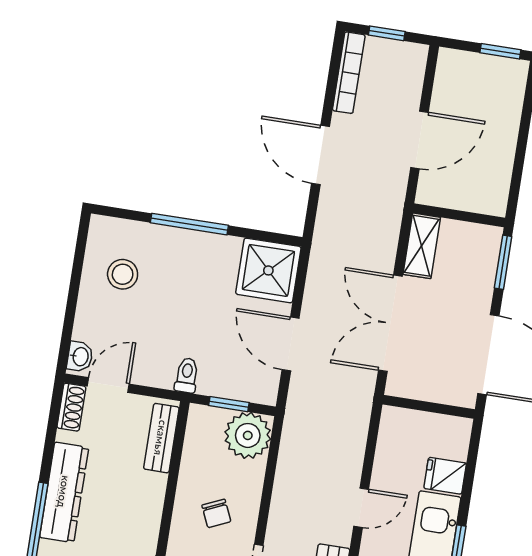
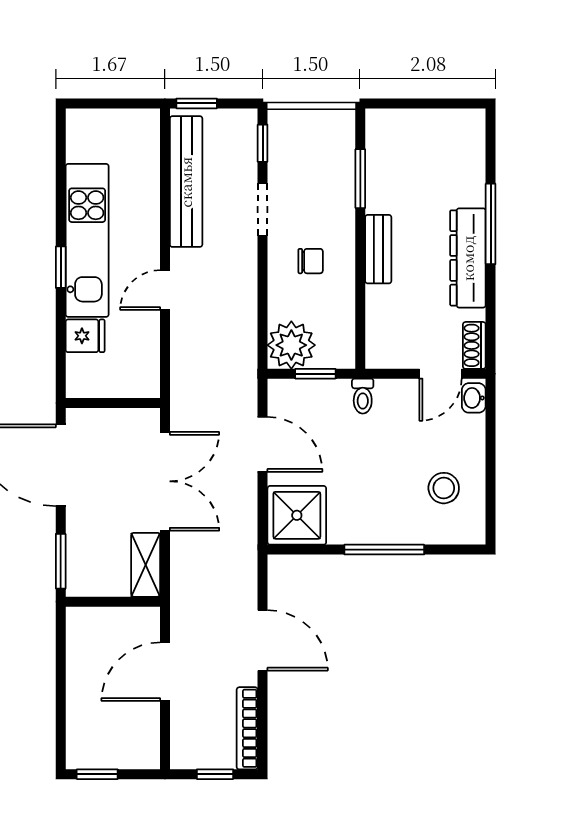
bench: (161, 438) -> (378, 249), moved
chair: (216, 513) -> (311, 261), turned 114

